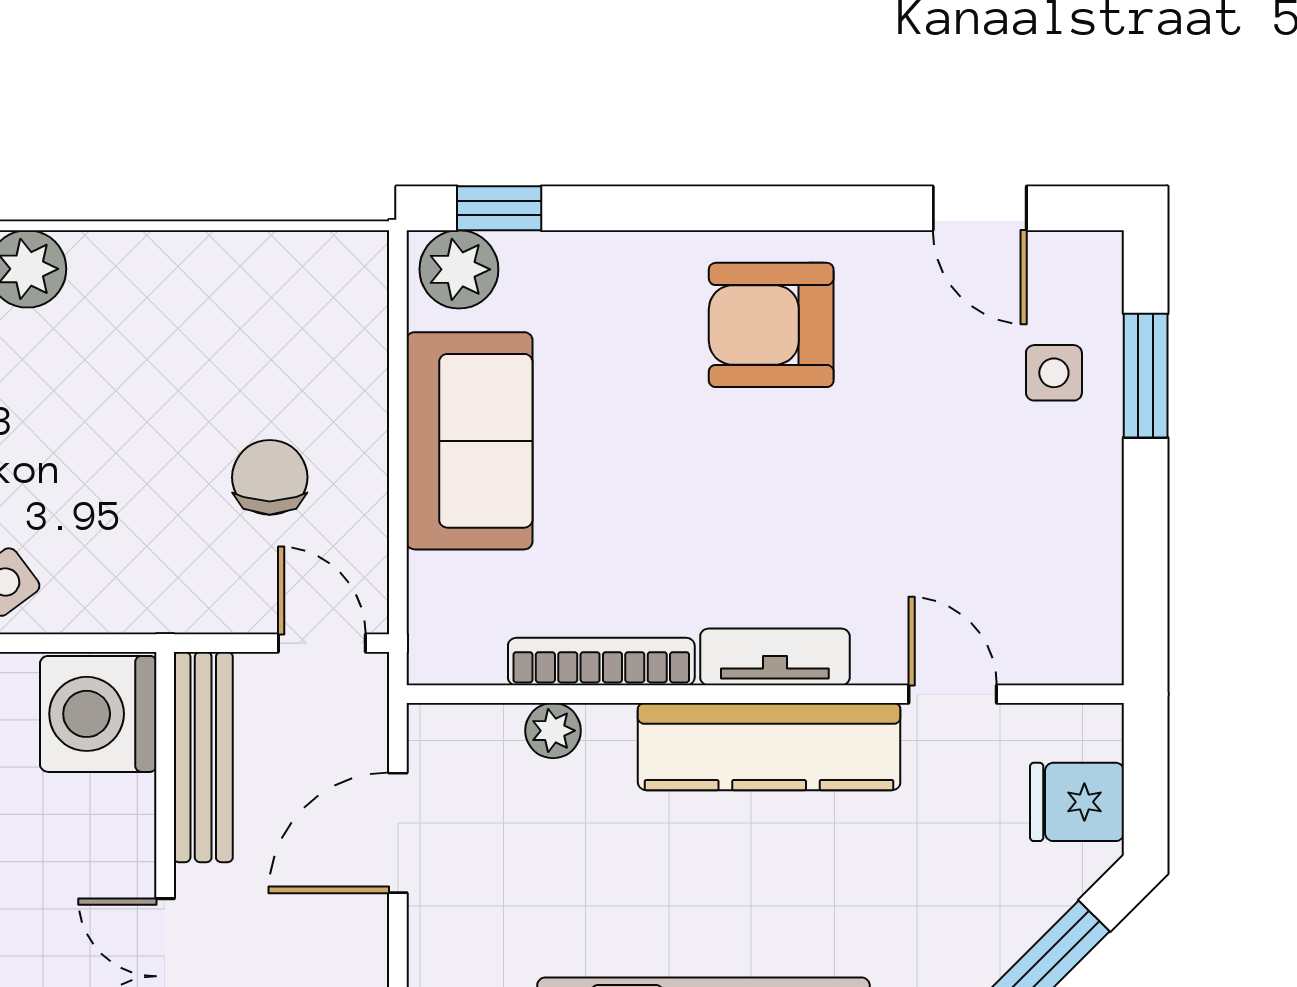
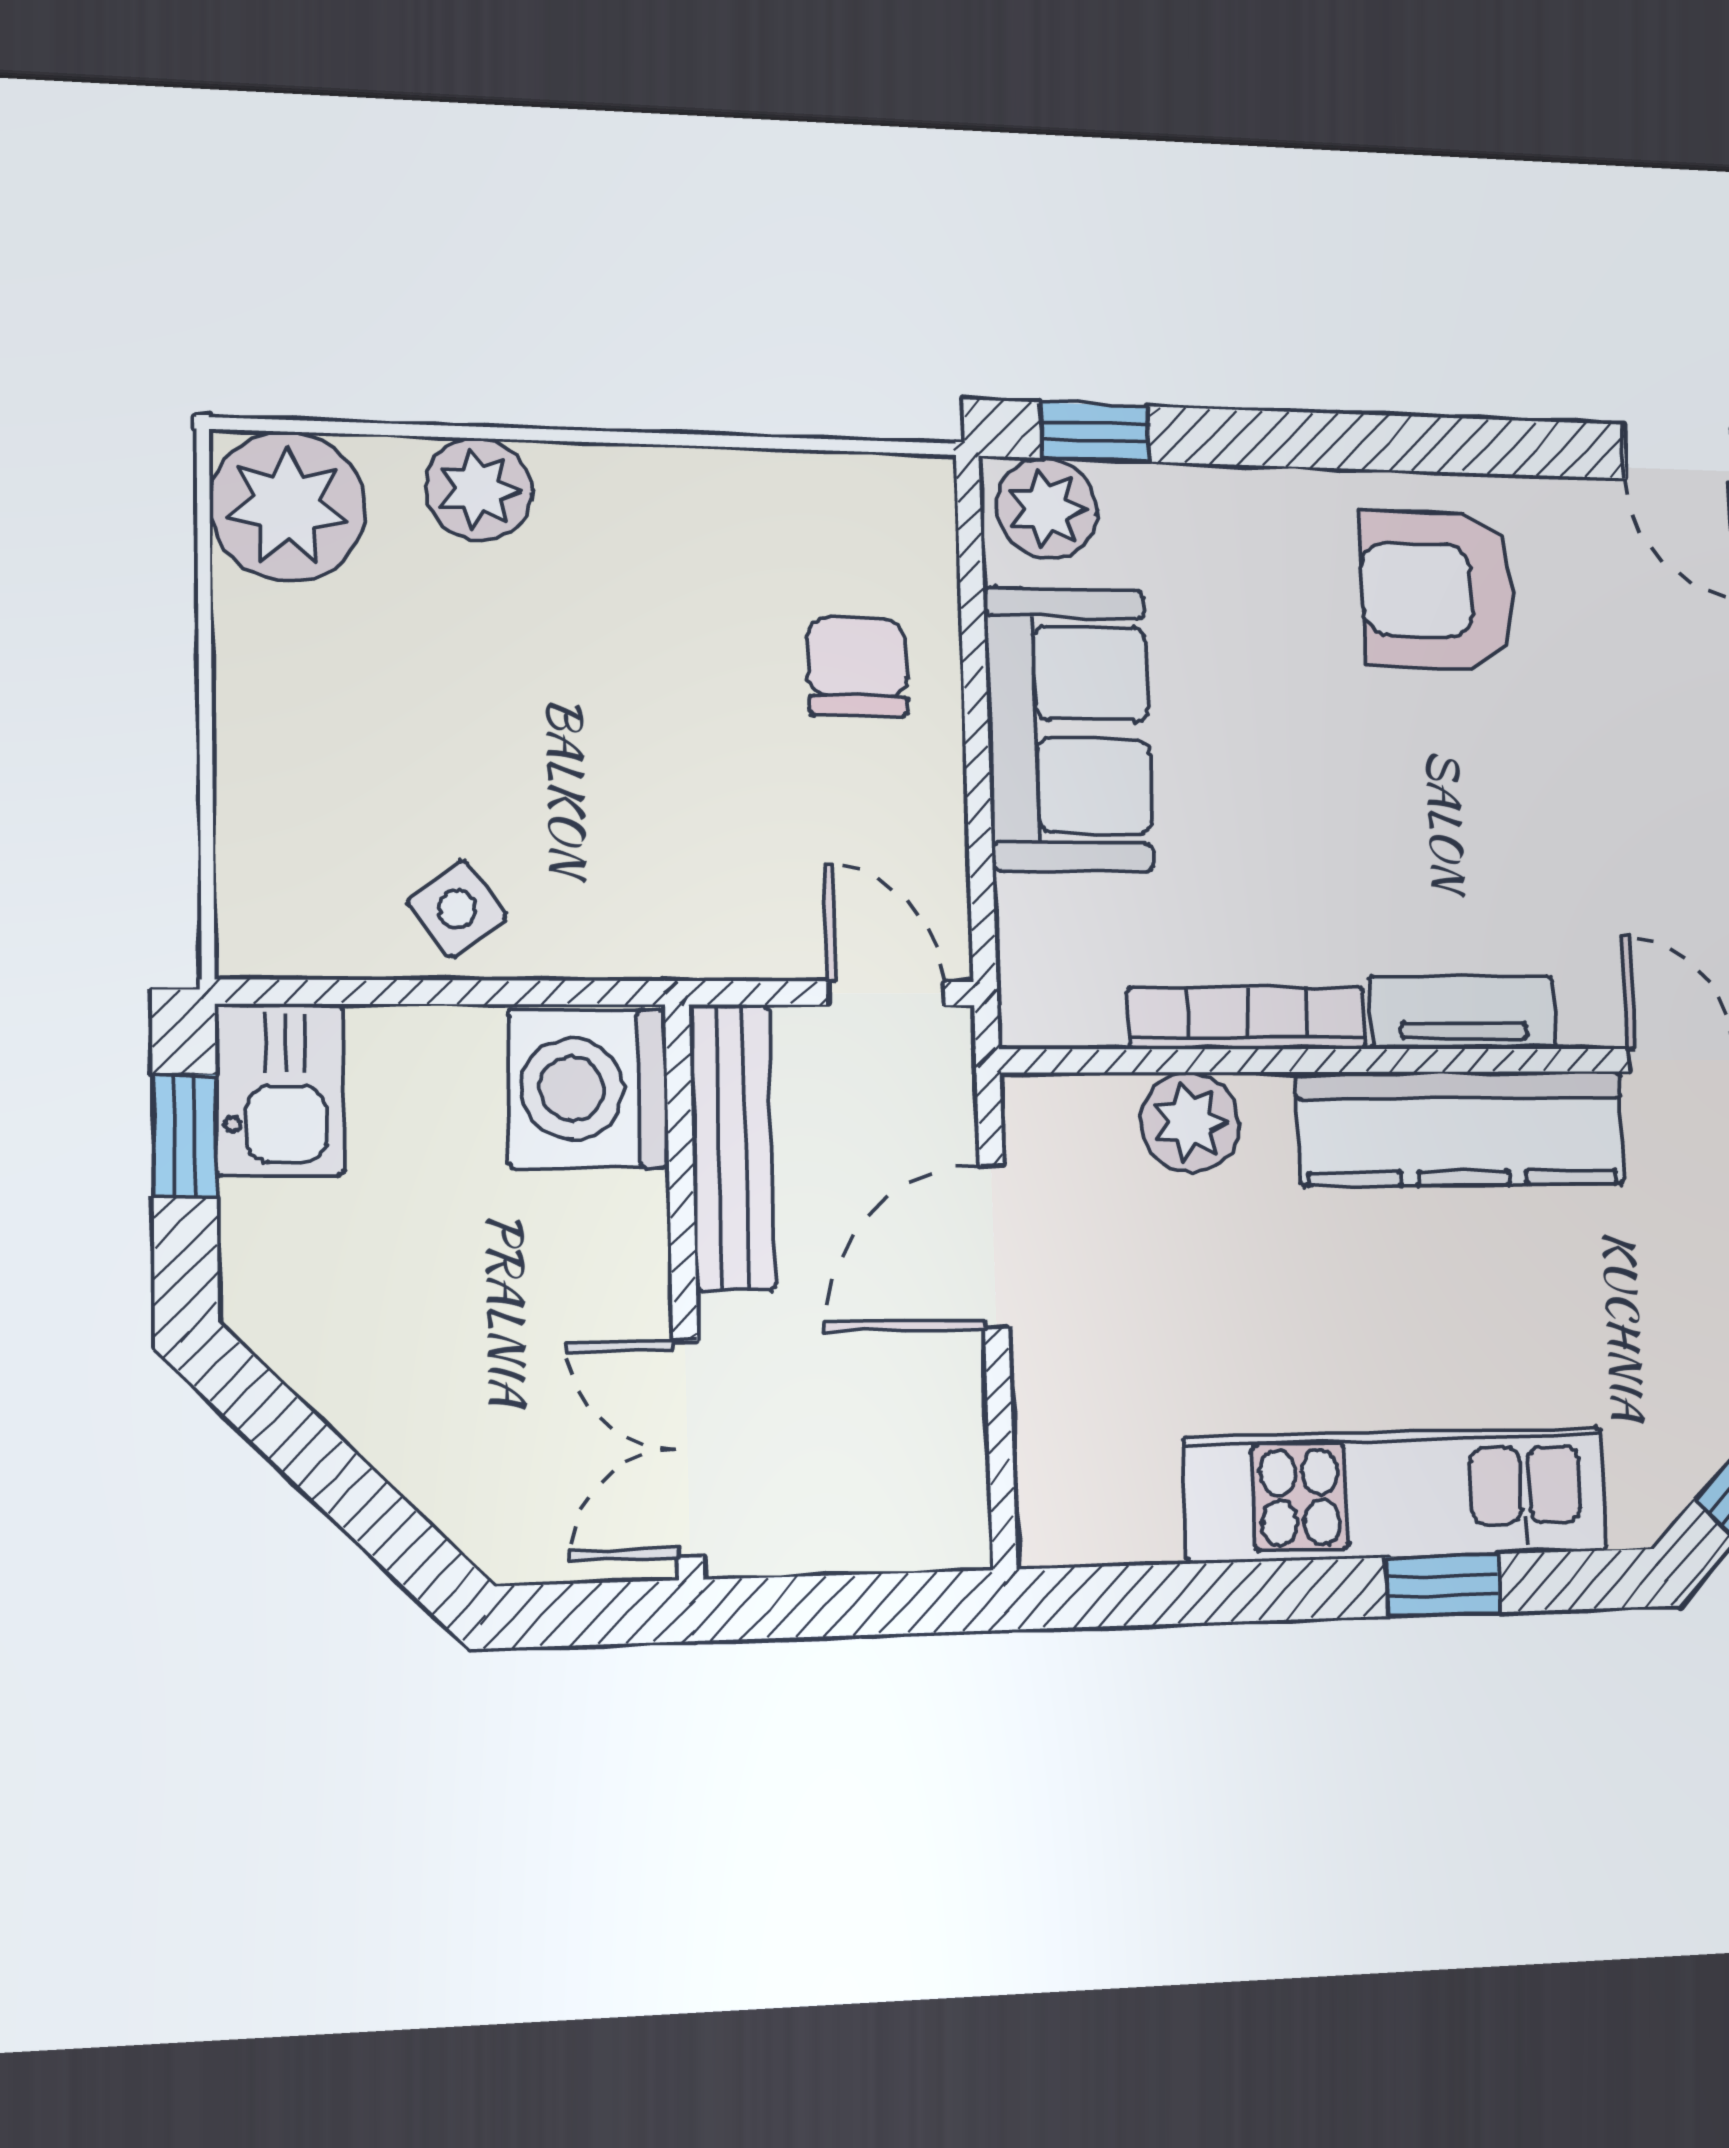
chair: (270, 477) -> (857, 666), moved
plant: (553, 731) -> (1190, 1122), width x1.38, depth x1.38

